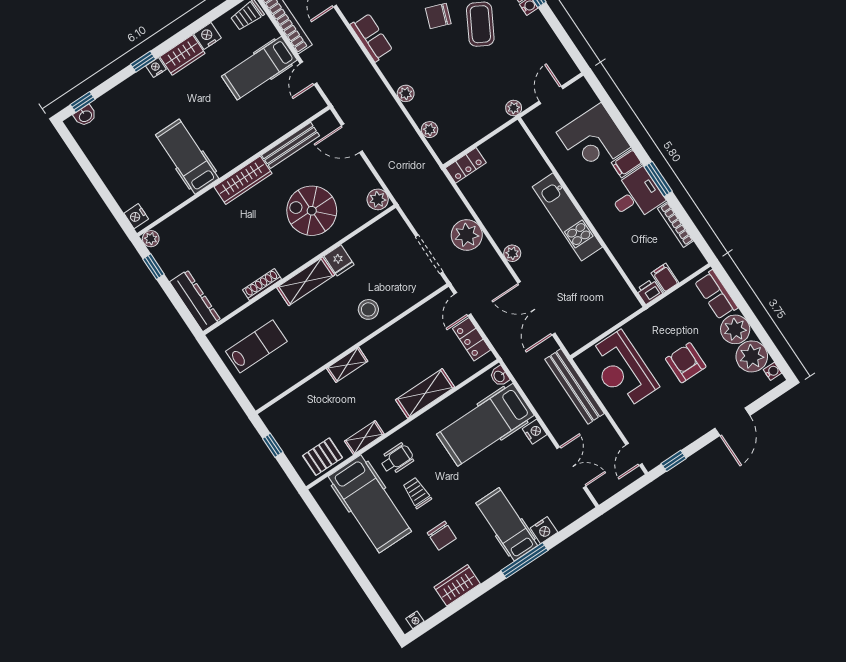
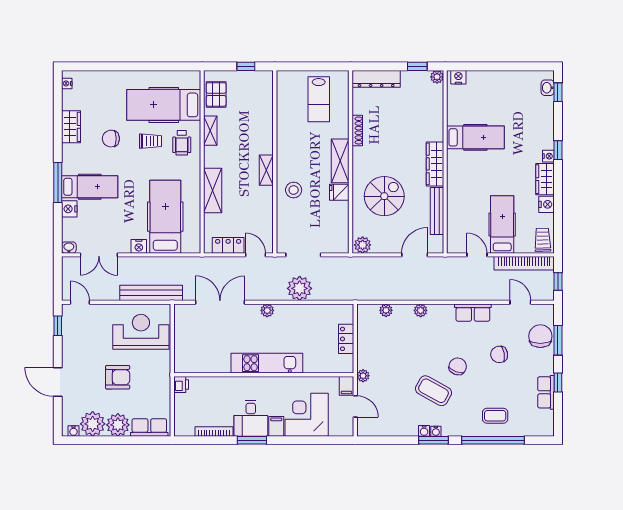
locker: (466, 165) -> (346, 339), moved
filing cabinet: (665, 278) -> (347, 386), moved, turned 90
shelving: (347, 365) -> (266, 170), moved
washbasin: (499, 376) -> (69, 248), moved

